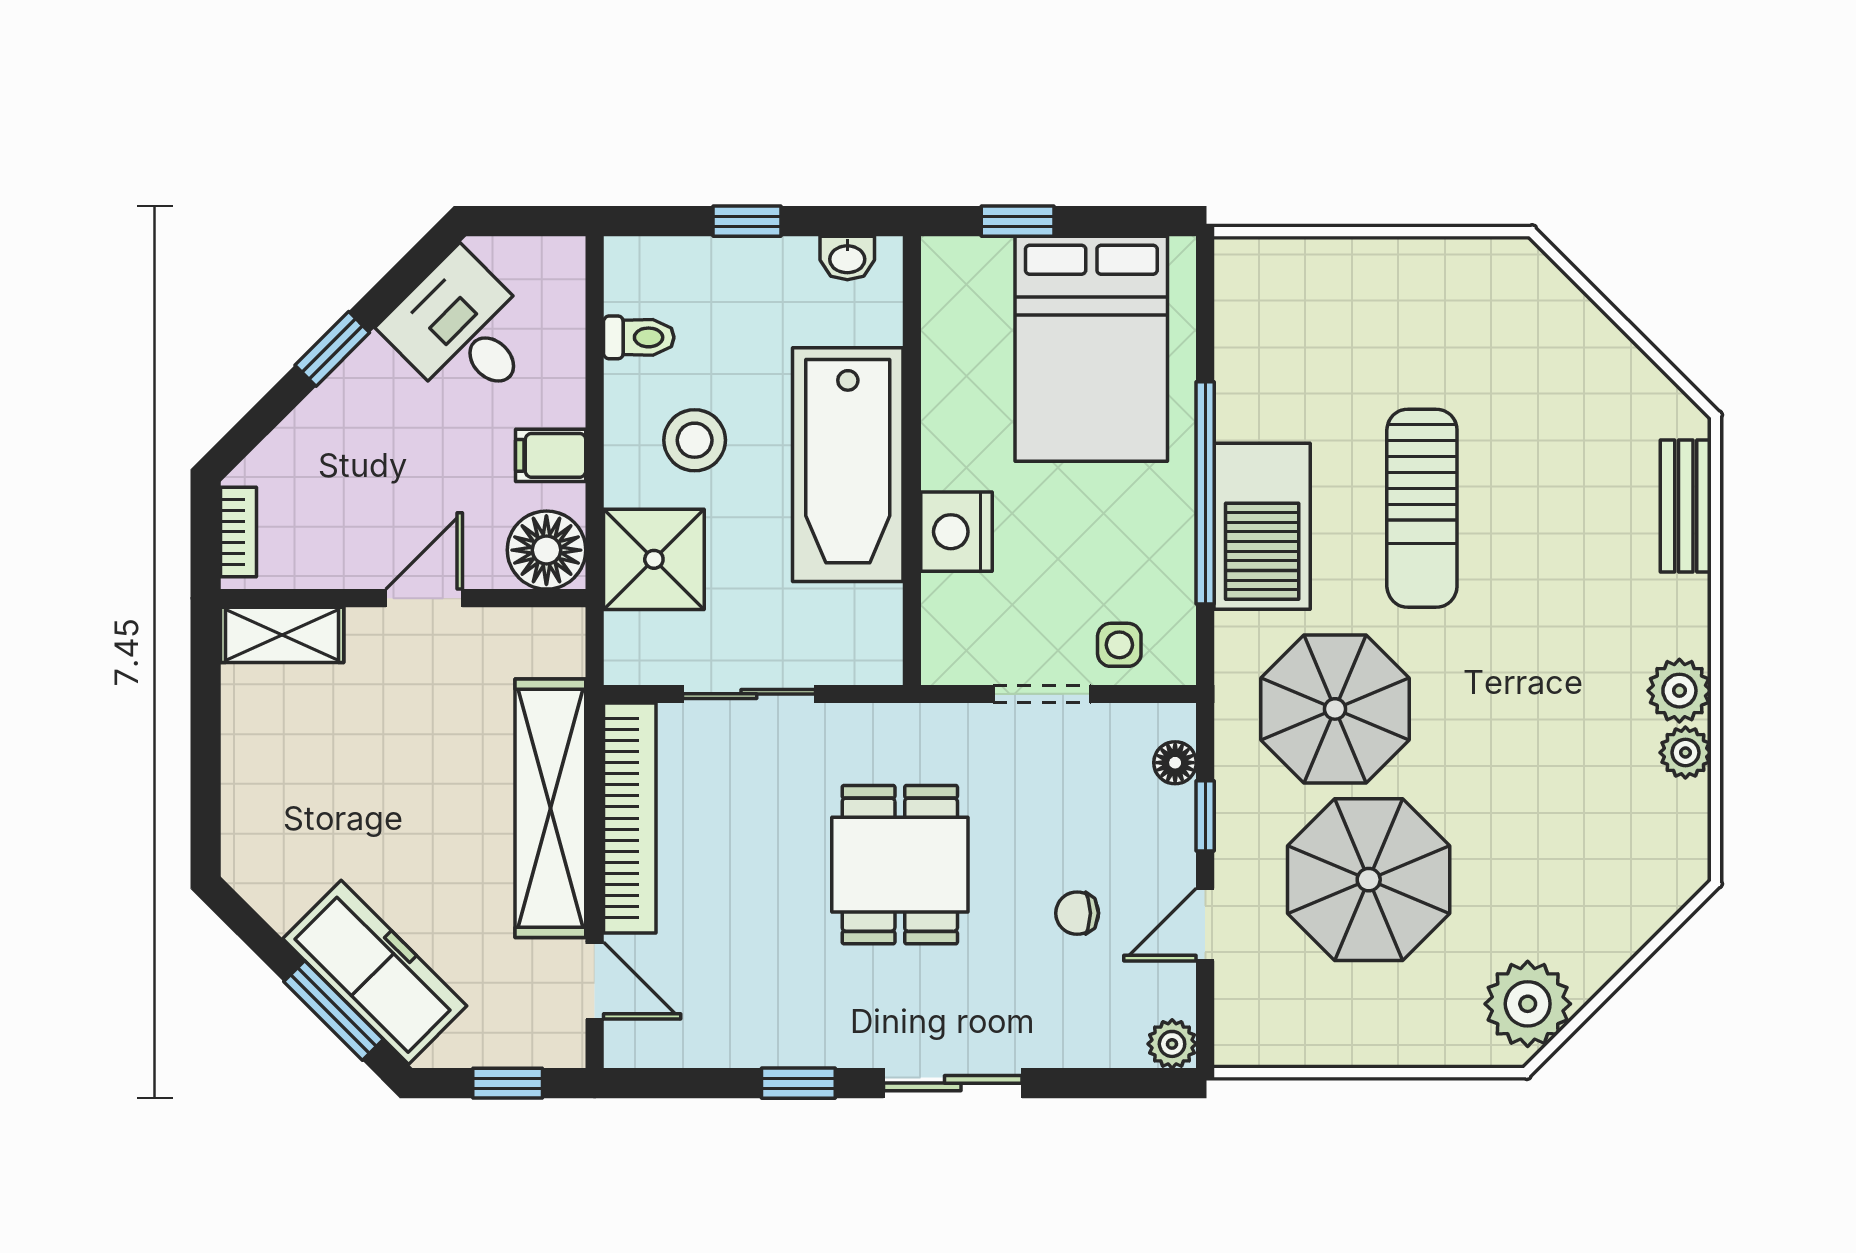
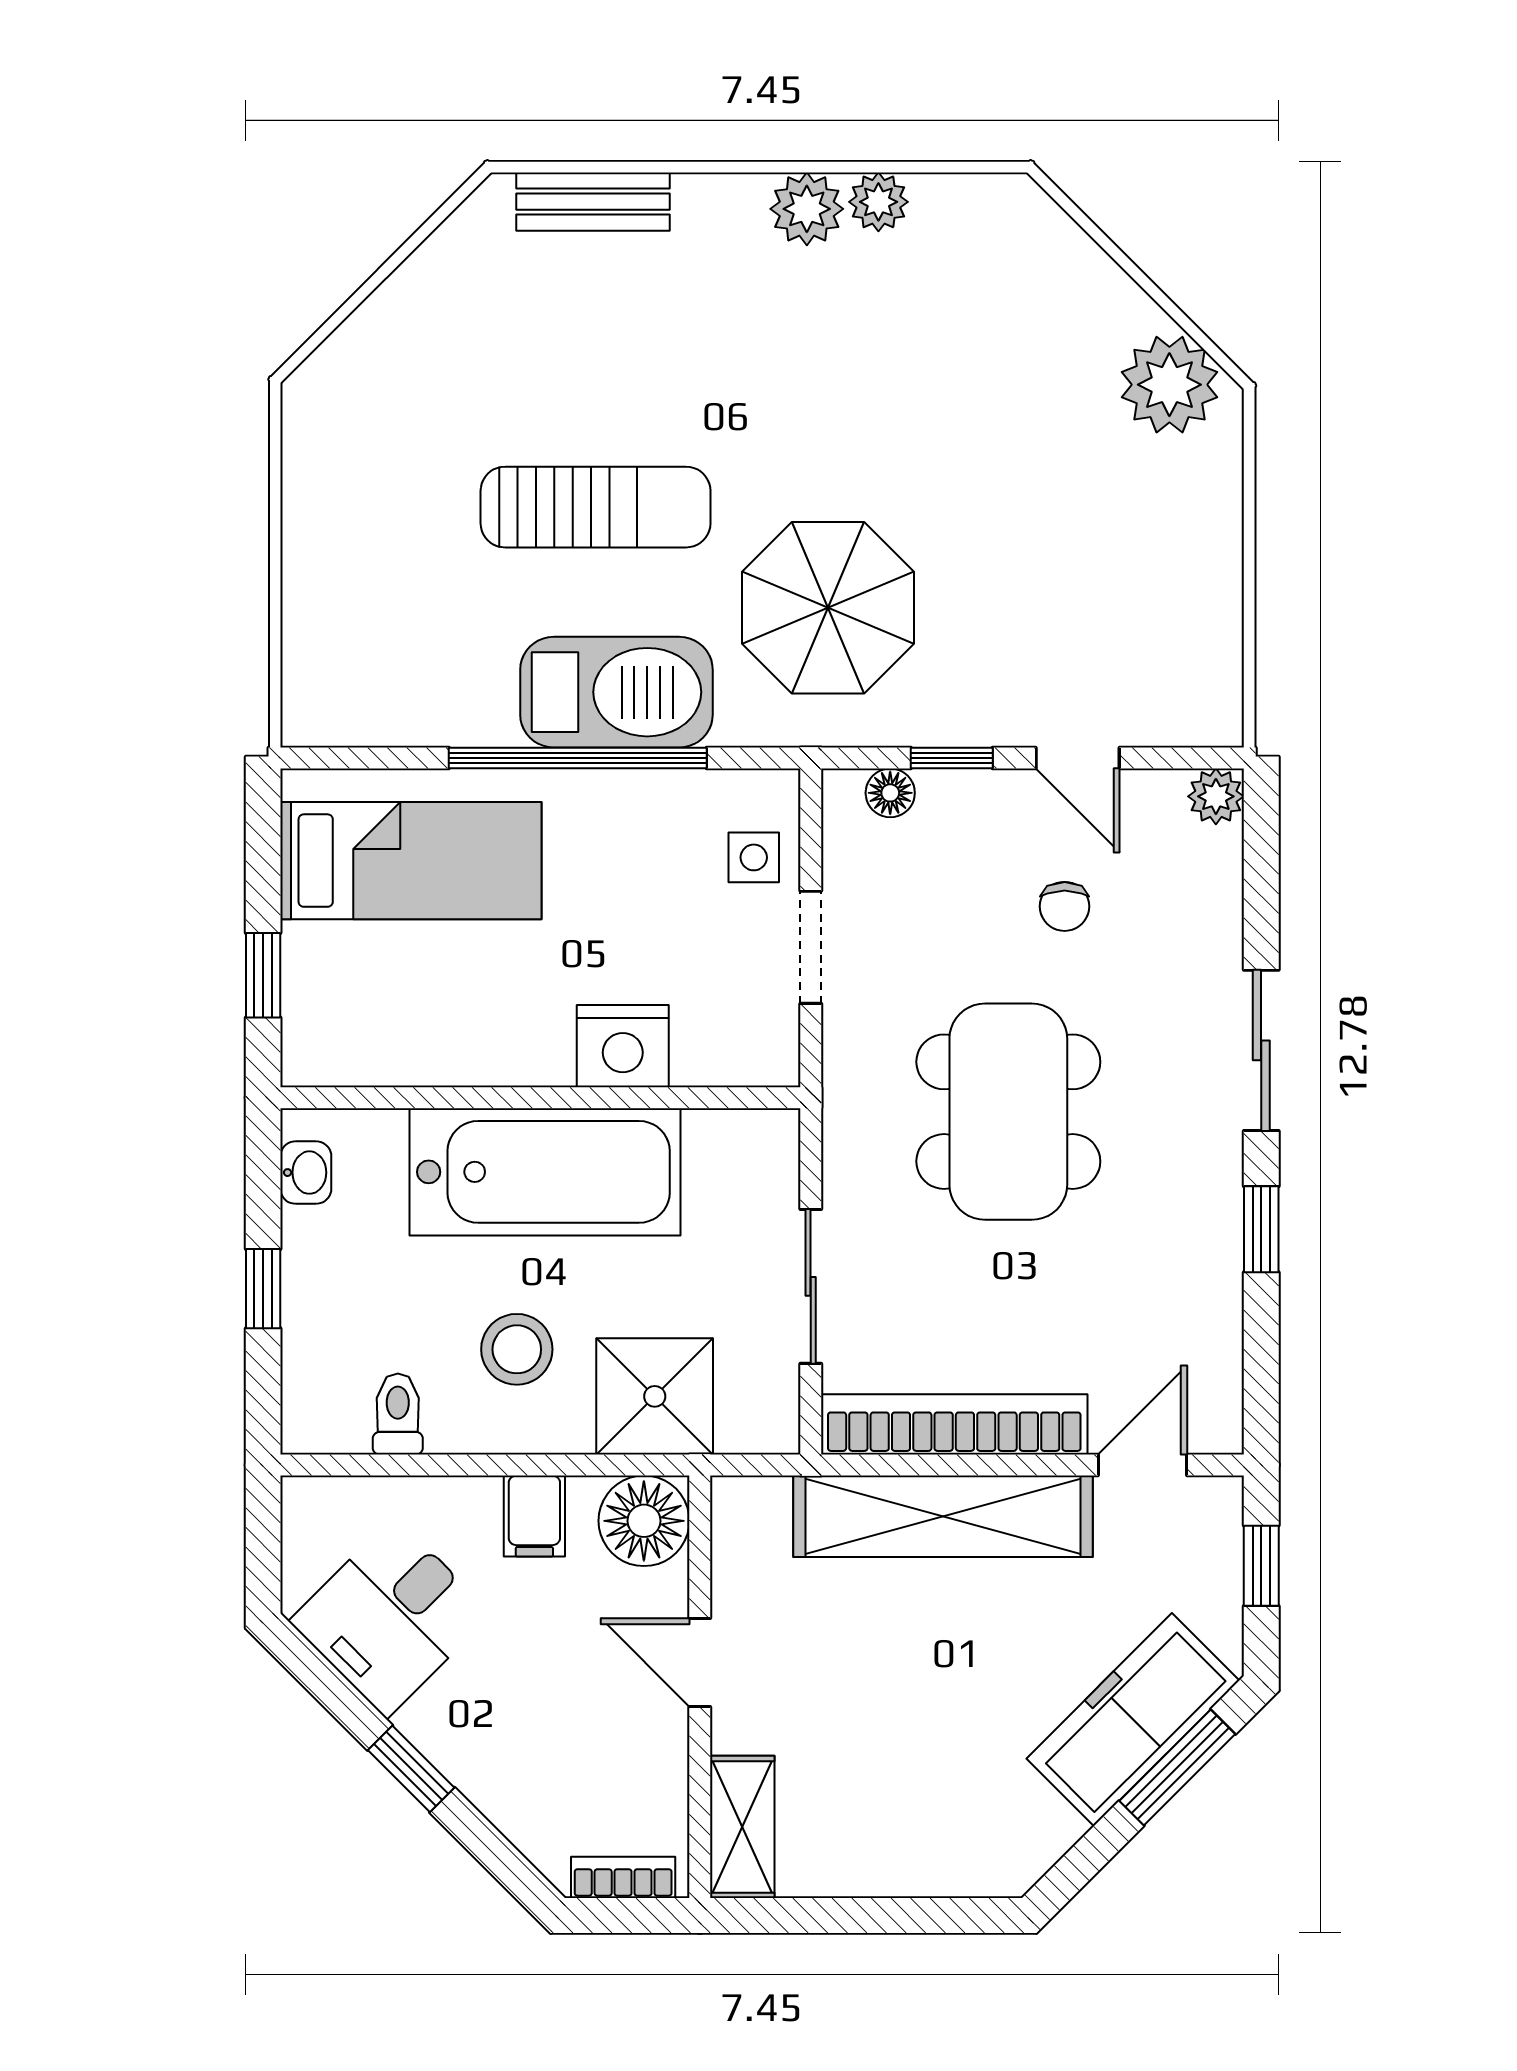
bed: (1091, 349) -> (411, 861), width x0.67
dining table: (900, 865) -> (1008, 1112), width x1.38
parasol: (1369, 880) -> (1026, 569), removed

